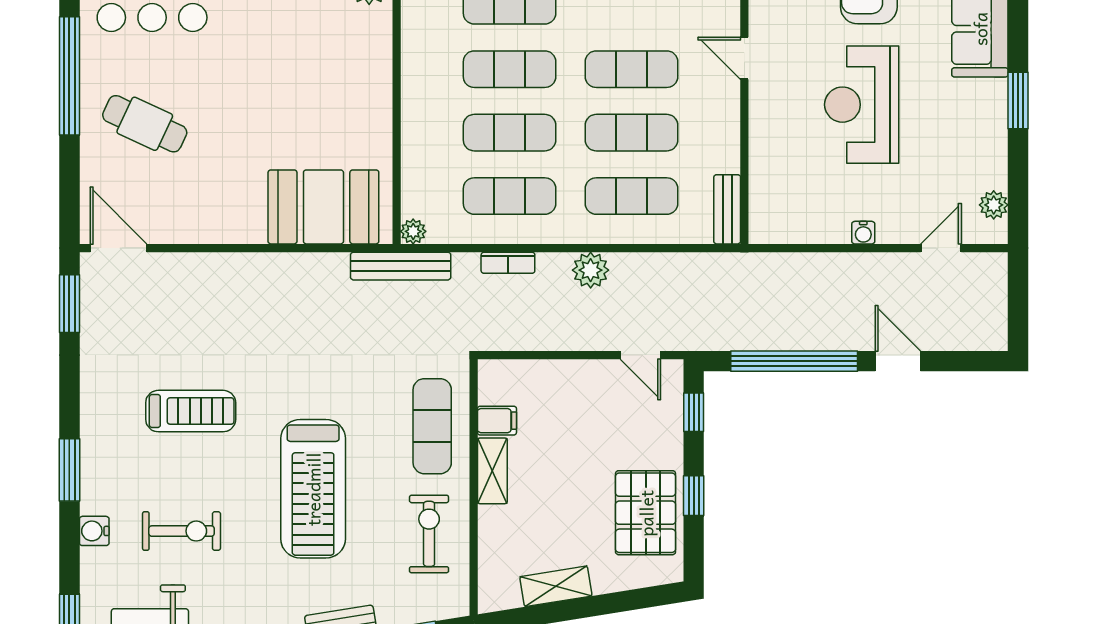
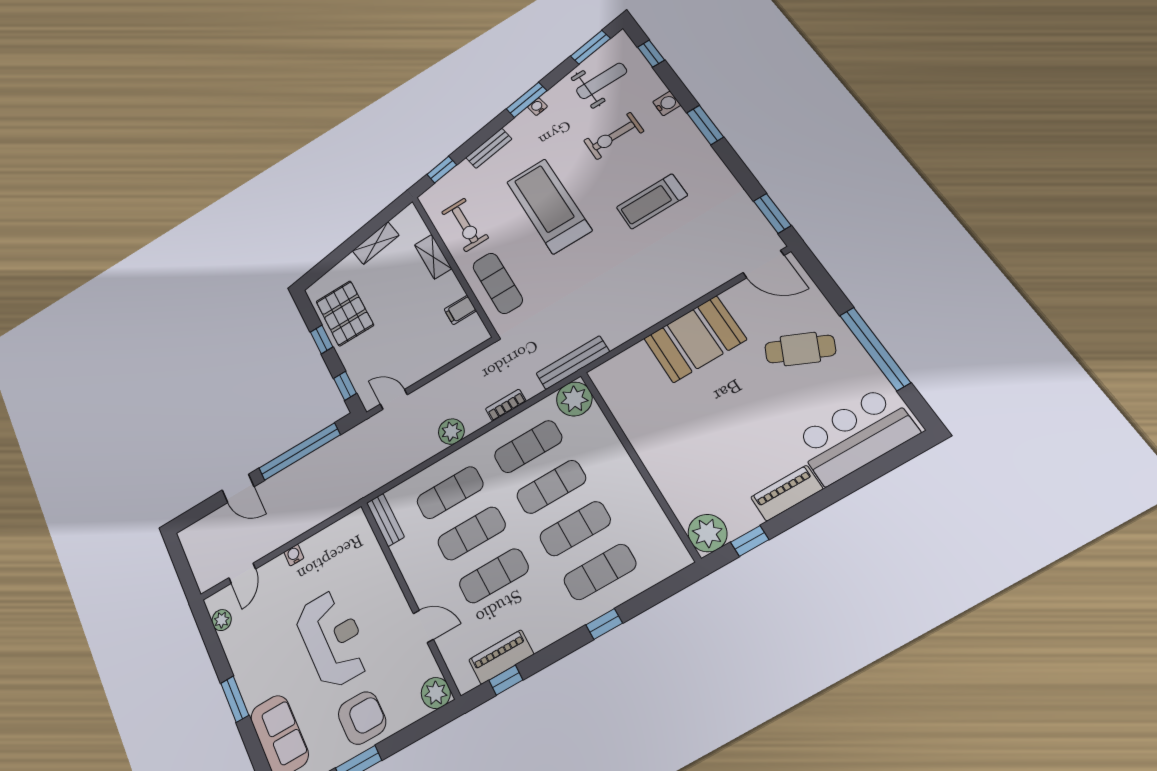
booth: (323, 207) -> (695, 339), moved
plant: (413, 231) -> (574, 399), width x1.87, depth x1.87
shelving: (492, 471) -> (433, 257), moved

